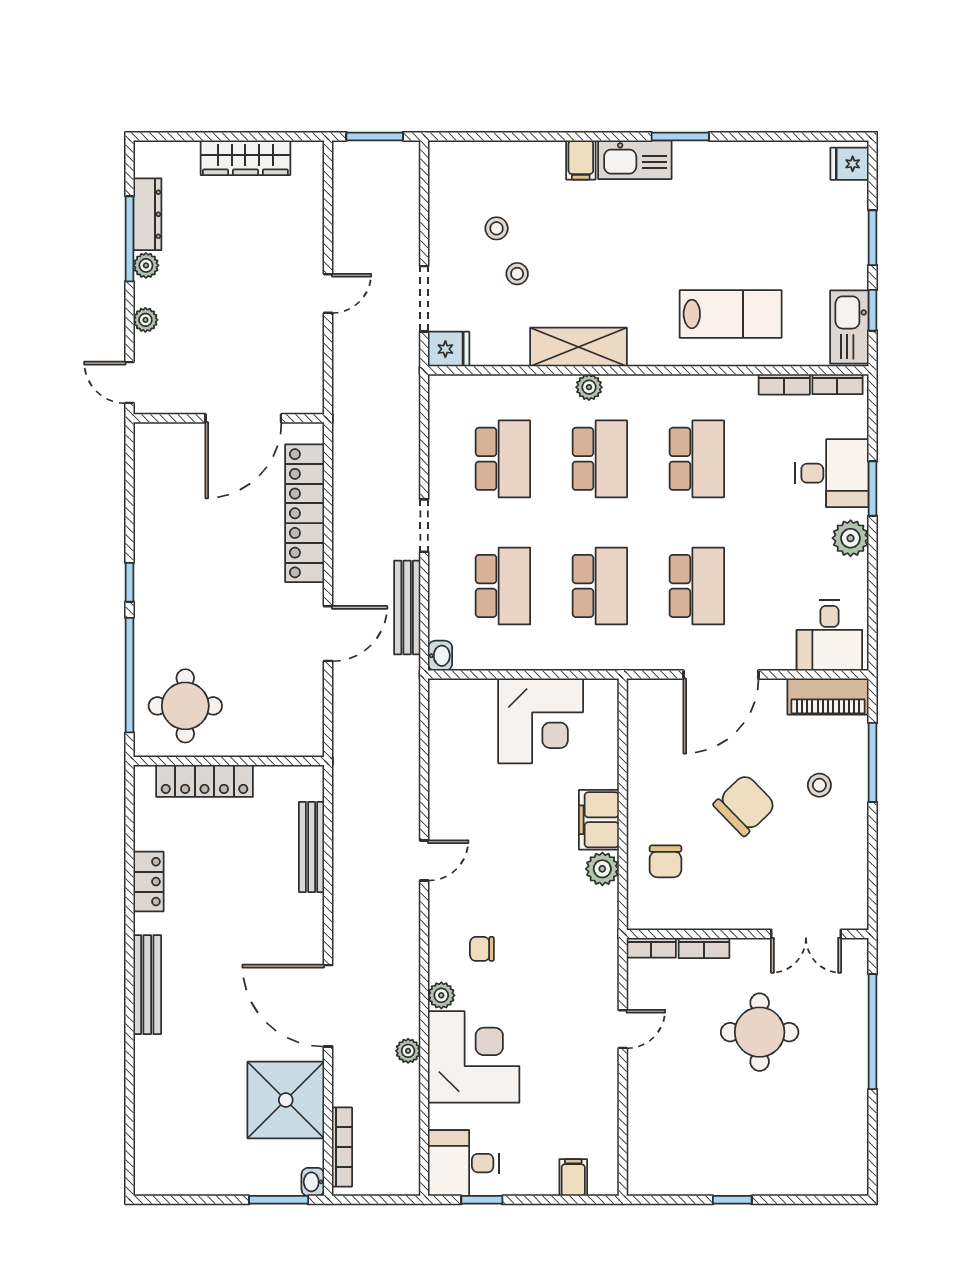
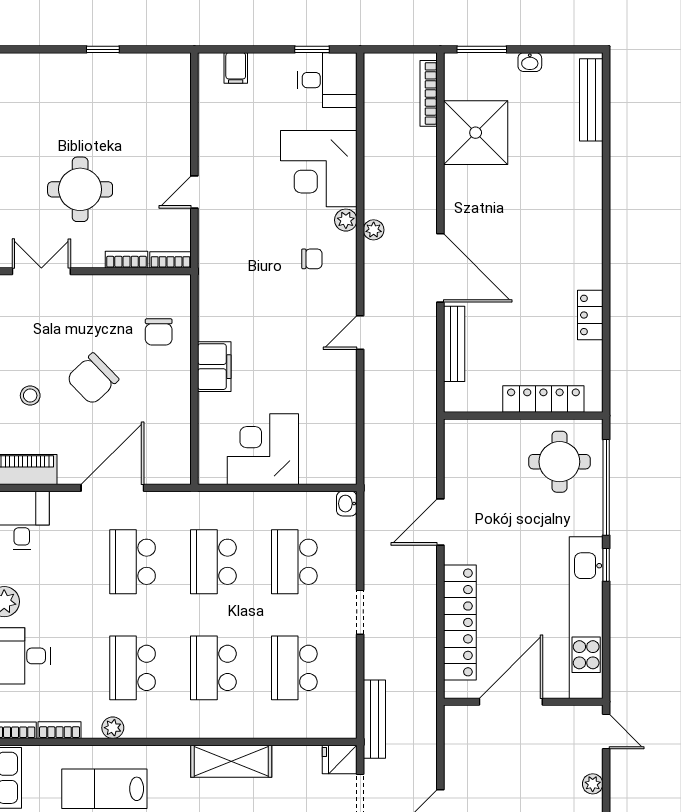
plant: (589, 387) -> (113, 728), moved
kitchen unit: (153, 519) -> (586, 618), added
bench: (407, 608) -> (374, 719), moved
chair: (665, 861) -> (159, 332), turned 180
plant: (602, 869) -> (211, 326), removed
bench: (147, 985) -> (591, 100), moved
door: (328, 1006) -> (440, 268), moved
plant: (408, 1051) -> (374, 230), moved
washbasin: (313, 1182) -> (530, 62), moved, turned 90

